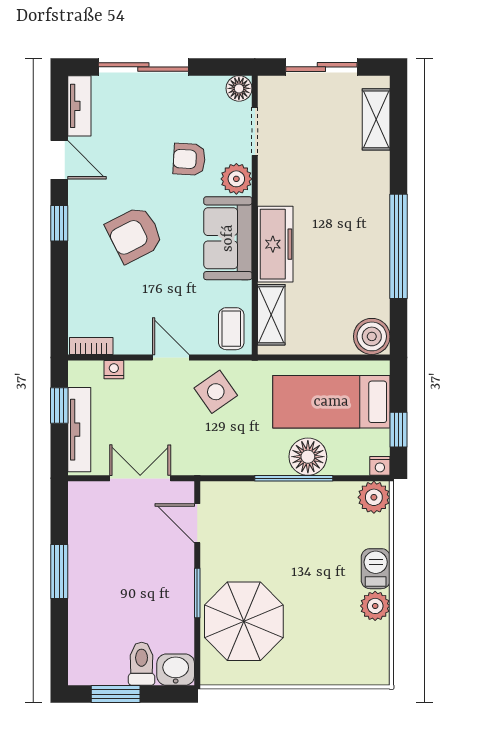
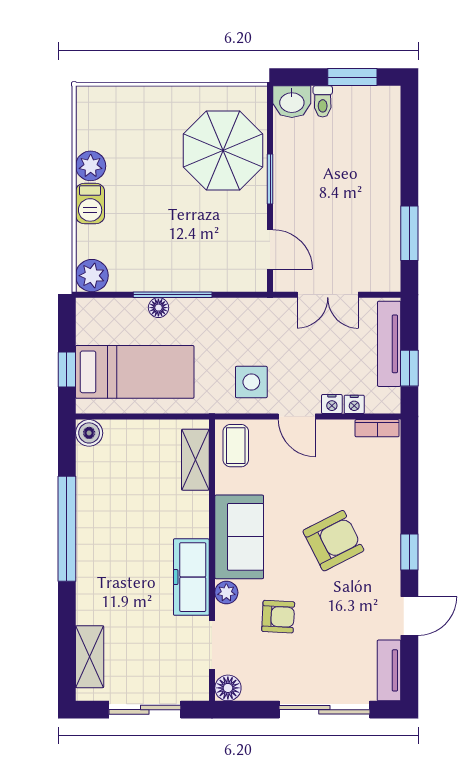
door: (59, 160) -> (409, 616), swing flipped
plant: (236, 179) -> (226, 593), width x0.73, depth x0.73
freezer: (275, 244) -> (191, 577), moved
boiler: (372, 336) -> (89, 433), width x0.73, depth x0.73
side table: (216, 392) -> (251, 382), turned 35
window: (399, 430) -> (67, 369), moved
floor lamp: (308, 457) -> (158, 308), width x0.53, depth x0.53
nightstand: (380, 466) -> (332, 404), moved, turned 180
window: (59, 571) -> (409, 233), moved
toilet: (142, 664) -> (323, 101), width x0.73, depth x0.72

